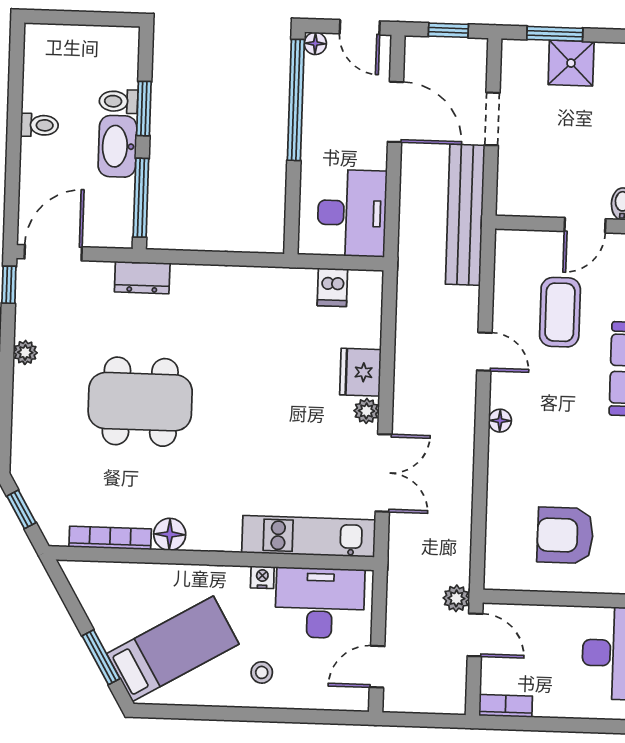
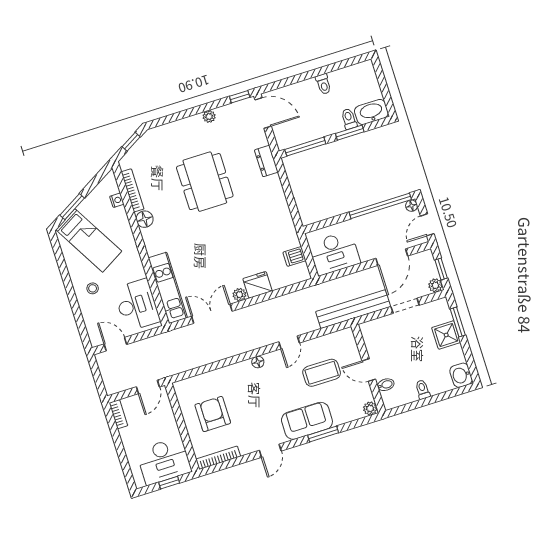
washbasin: (117, 146) -> (371, 112), moved
double door: (384, 473) -> (212, 314), swing flipped
nightstand: (262, 577) -> (117, 200), moved
plant: (456, 598) -> (435, 285), moved

